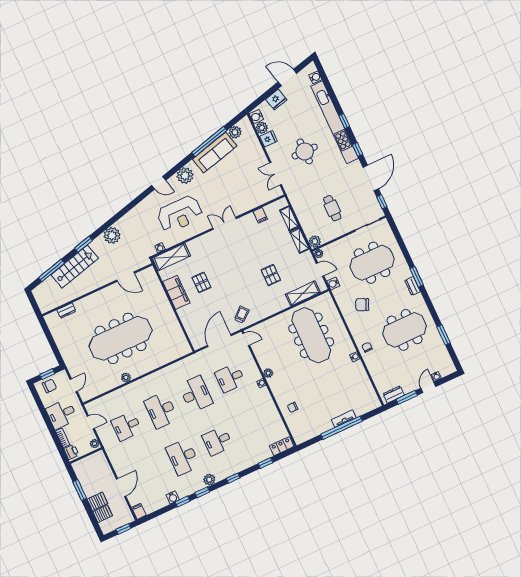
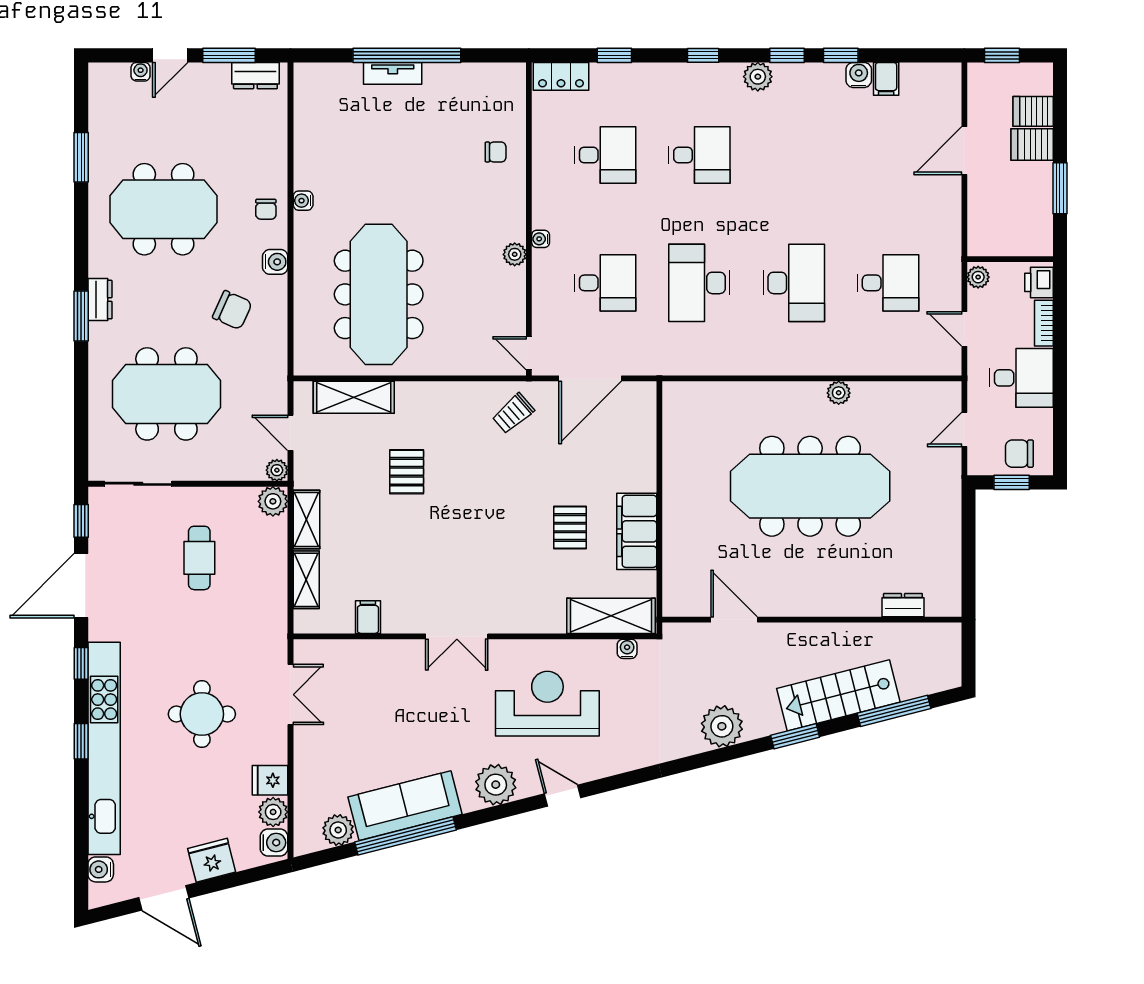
water cooler: (333, 283) -> (275, 262), moved
desk: (183, 457) -> (605, 155), moved, width x0.73
filing cabinet: (139, 511) -> (886, 79), moved

